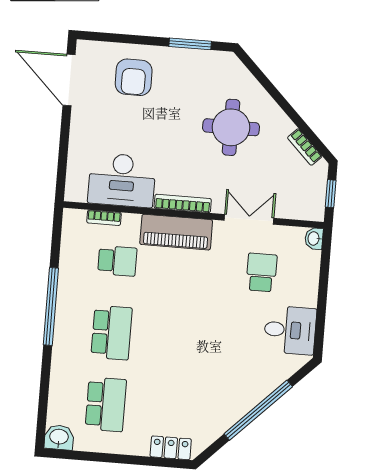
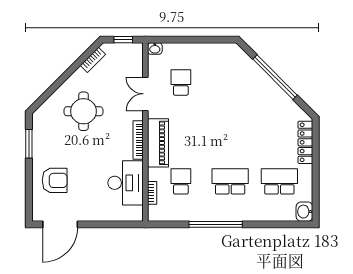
school desk: (261, 272) -> (181, 82), turned 90
desk: (290, 330) -> (219, 60), removed
locker: (171, 448) -> (305, 142), width x1.53

